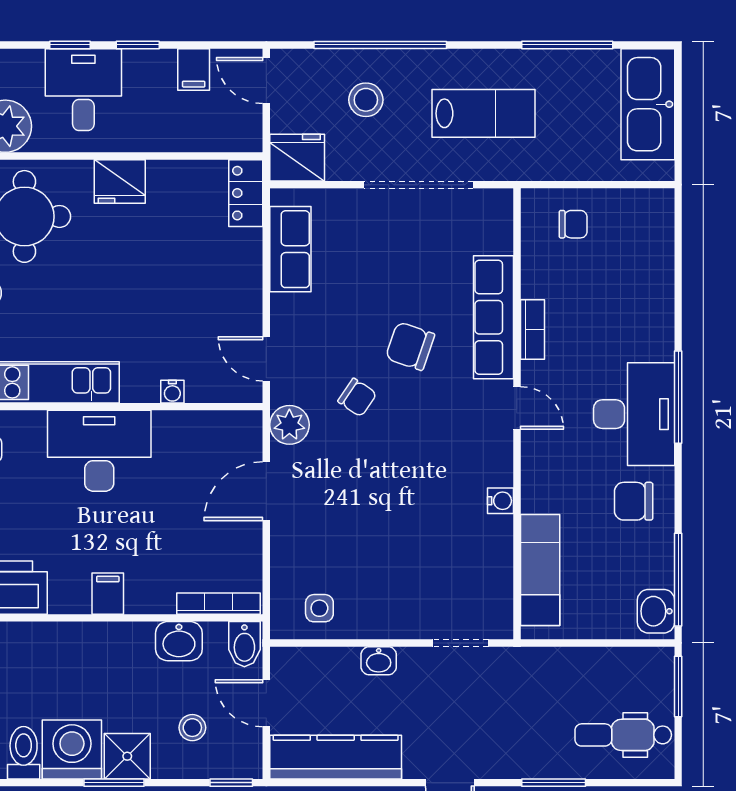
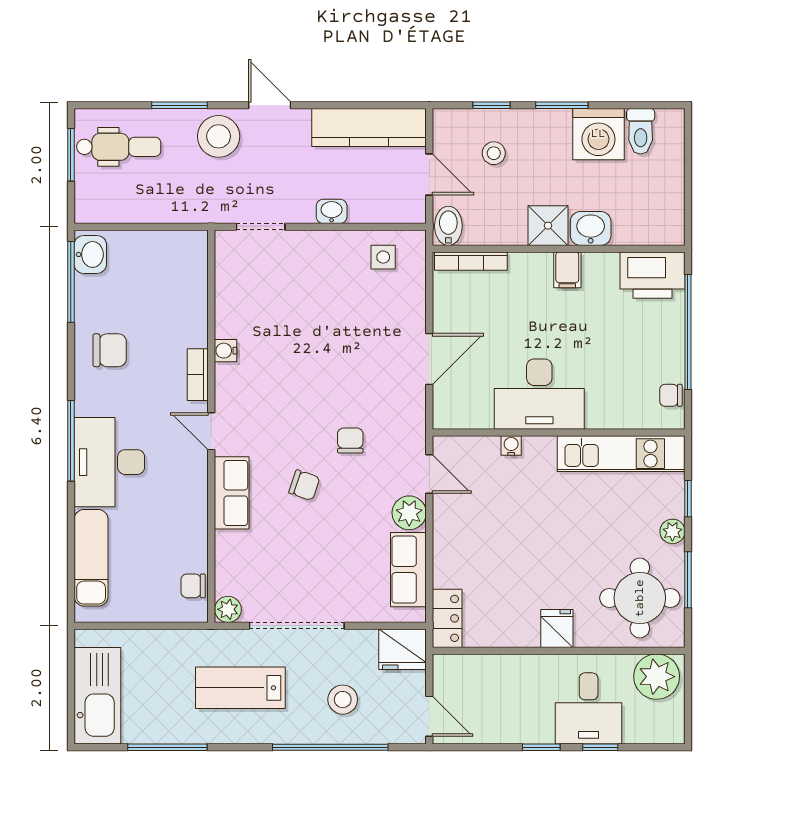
filing cabinet: (194, 69) -> (493, 726), removed
fridge: (120, 181) -> (557, 628), width x0.72
plant: (498, 203) -> (228, 609), added
chair: (573, 224) -> (193, 586), moved
row of seats: (493, 317) -> (232, 493), width x0.68
bookcase: (533, 330) -> (198, 375), moved
chair: (410, 346) -> (304, 485), width x0.73, depth x0.73
chair: (357, 397) -> (350, 441), turned 56
desk: (634, 414) -> (109, 462), moved
plant: (289, 425) -> (409, 513), moved
desk: (99, 451) -> (539, 394), moved
exam couch: (540, 570) -> (91, 558), moved, turned 180
washbasin: (179, 641) -> (591, 228), moved
window: (678, 686) -> (71, 155), moved
stool: (509, 747) -> (219, 136), added
shower: (127, 756) -> (548, 226), moved
window: (231, 783) -> (492, 105), moved

